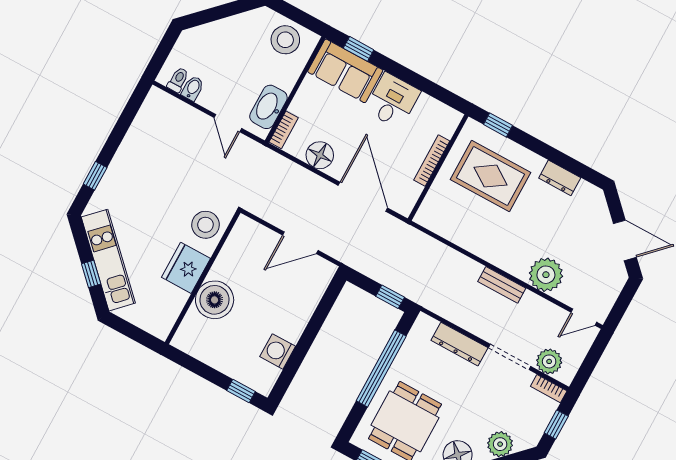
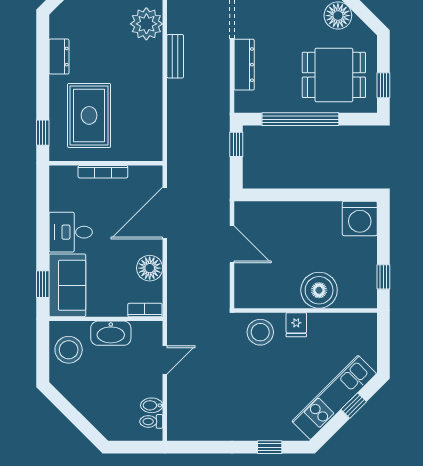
washbasin: (268, 107) -> (111, 333), moved
fridge: (186, 268) -> (296, 325), width x0.53, depth x0.75
washing machine: (278, 351) -> (360, 218), moved, width x1.37, depth x1.37
window: (241, 391) -> (383, 277), moved

